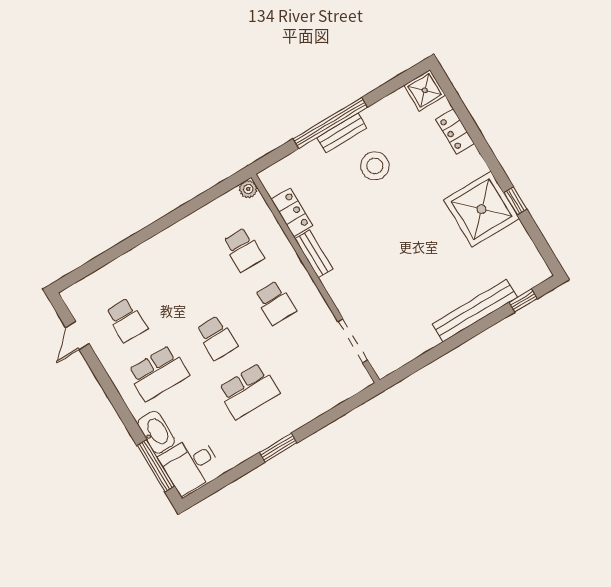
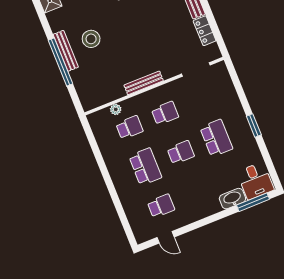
bench: (342, 133) -> (66, 51), width x1.36
plant: (248, 189) -> (116, 109), moved
locker: (292, 213) -> (205, 31), moved, turned -90
bench: (314, 254) -> (144, 83), width x1.36
school desk: (158, 373) -> (145, 167), moved

